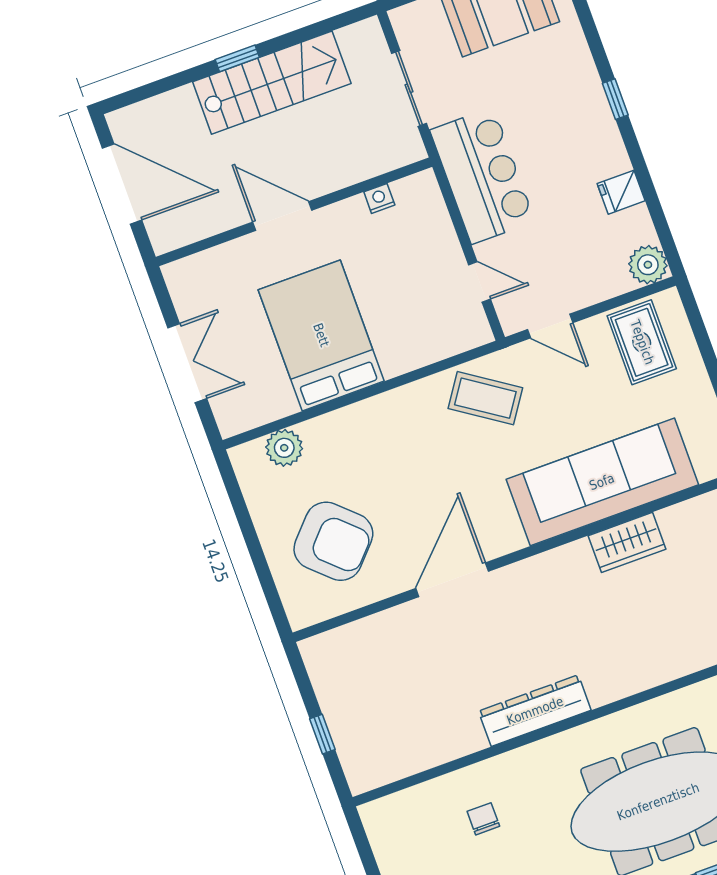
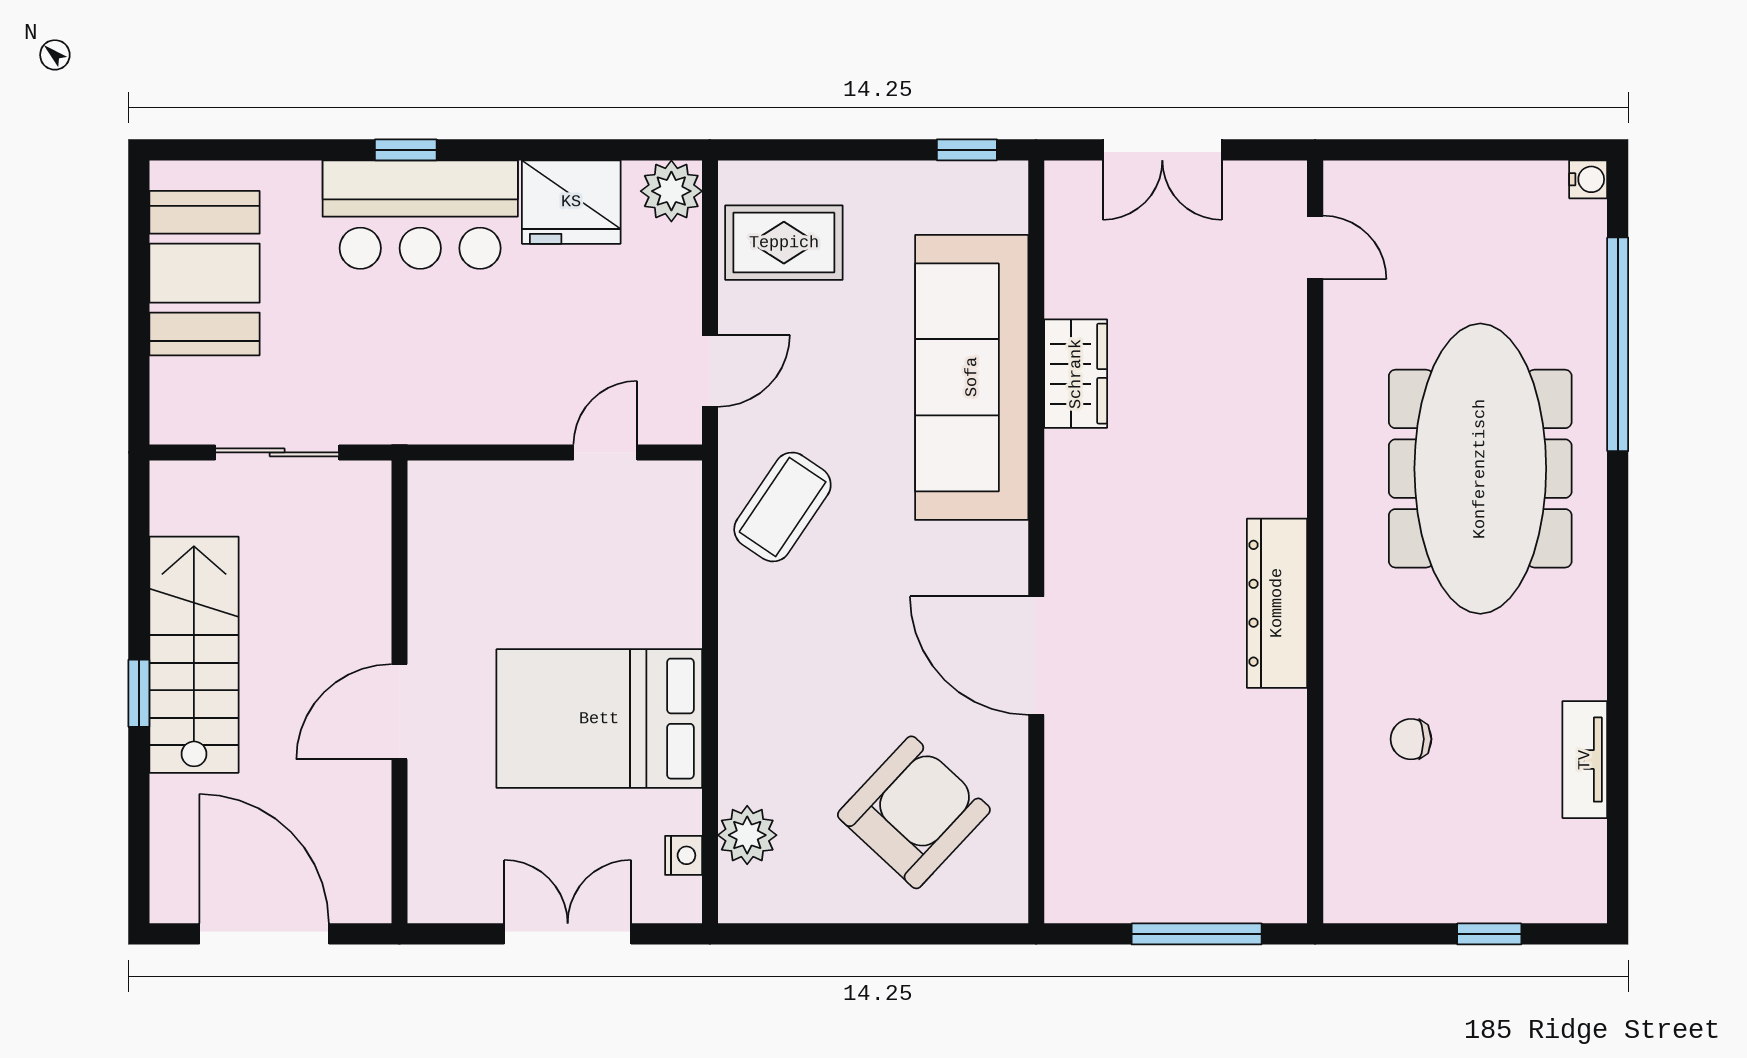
bar counter: (482, 176) -> (420, 215), moved, turned 180
door: (122, 184) -> (264, 934), hinge flipped
fridge: (621, 192) -> (571, 202), width x1.88, depth x1.34
nightstand: (379, 198) -> (684, 855), moved, turned 180
window: (322, 734) -> (1197, 934), width x2.17

